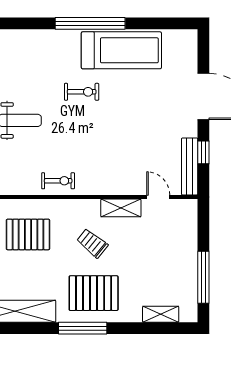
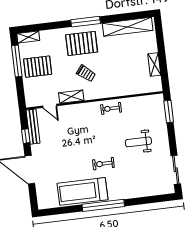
pallet: (28, 234) -> (38, 67), moved
shelving: (161, 314) -> (28, 37), moved

